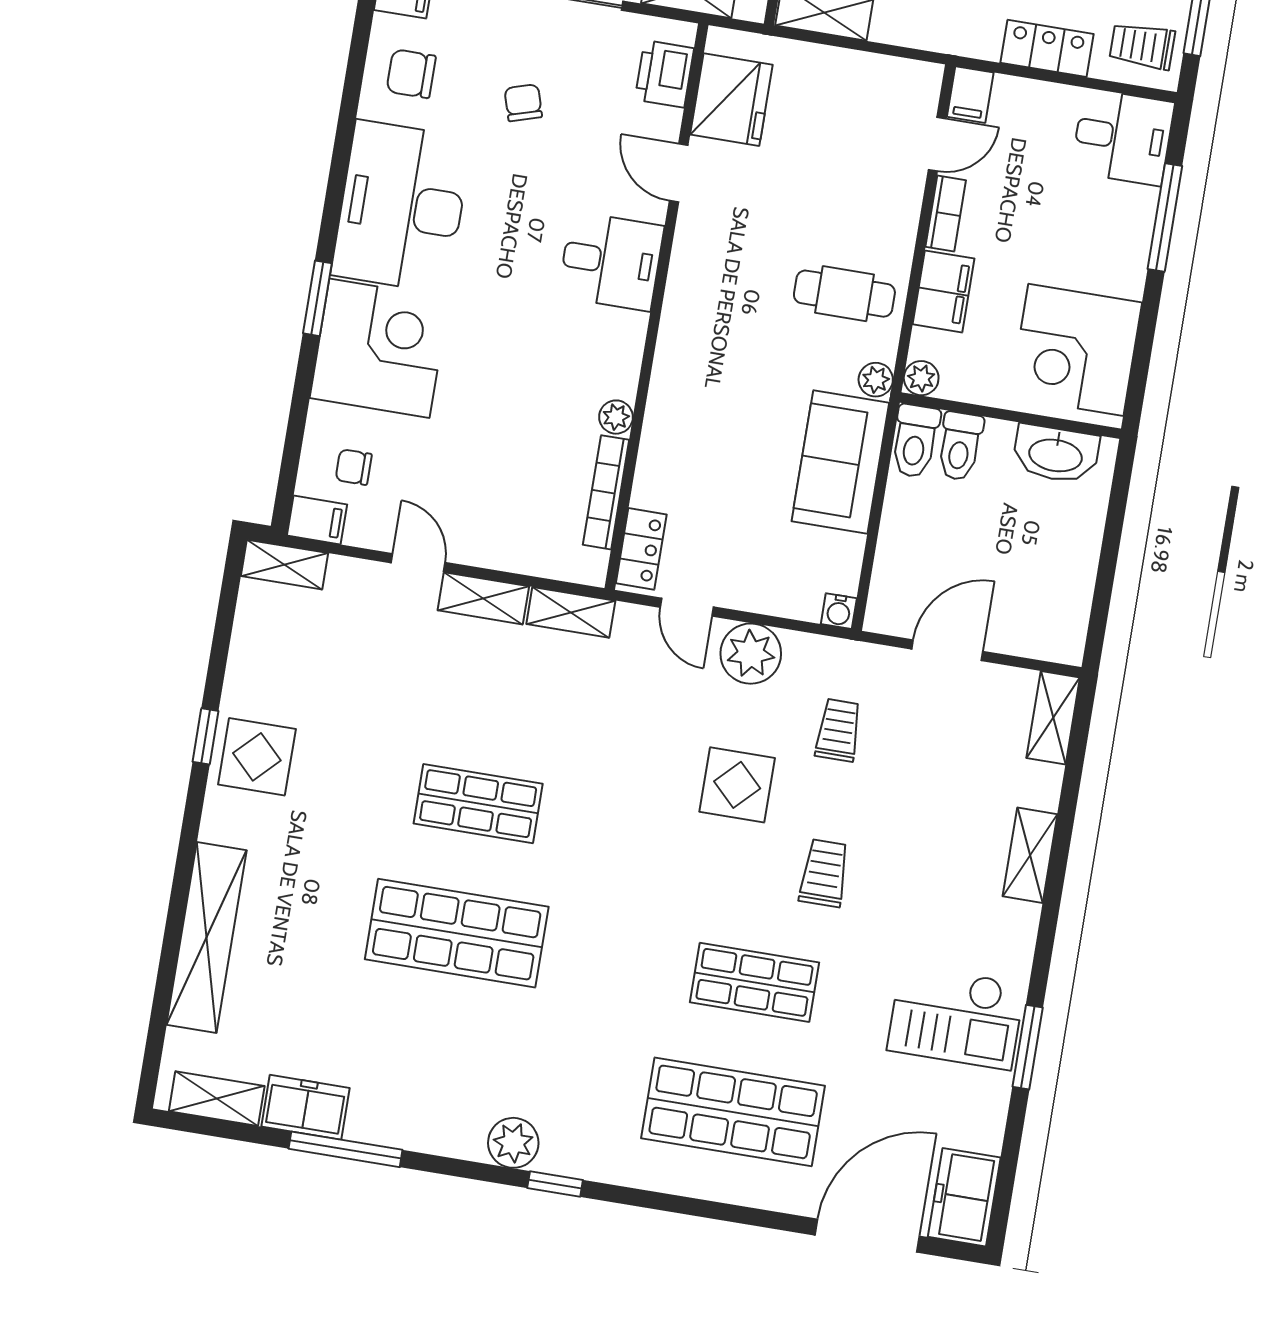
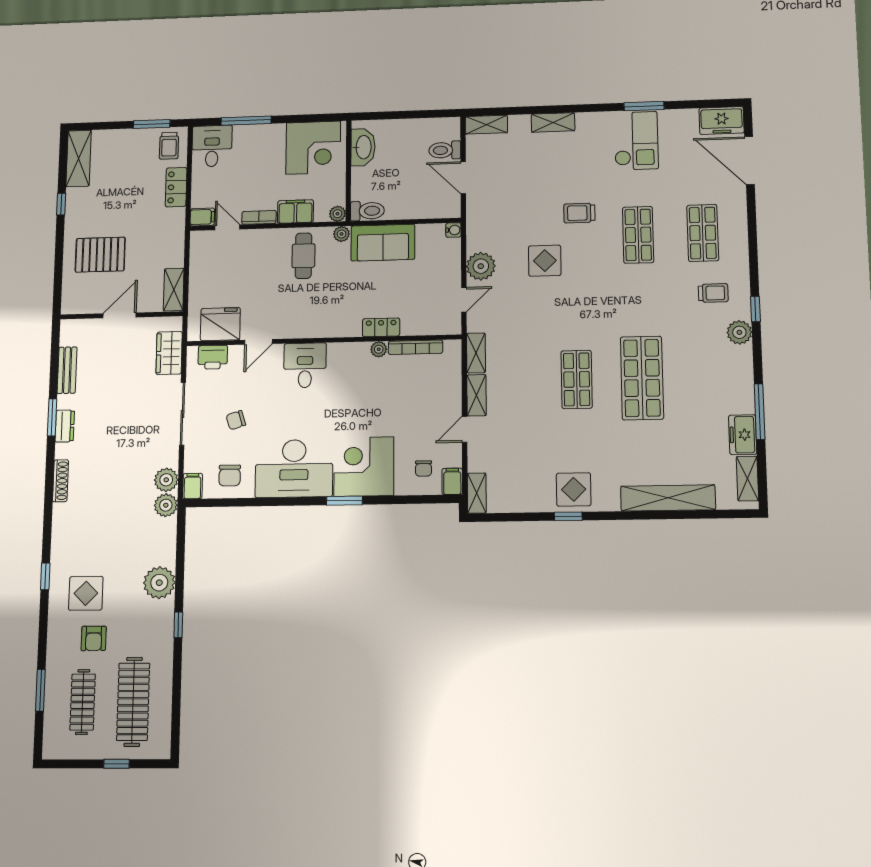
toilet: (960, 446) -> (445, 150), moved, turned 180
locker: (641, 549) -> (381, 327), moved
trolley: (838, 730) -> (713, 293), moved, turned 180
shop shelf: (733, 1112) -> (703, 233), width x0.70, depth x0.74

